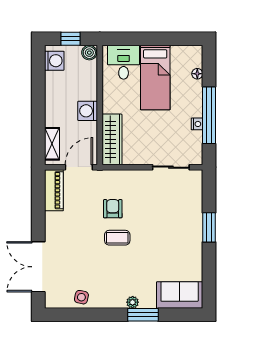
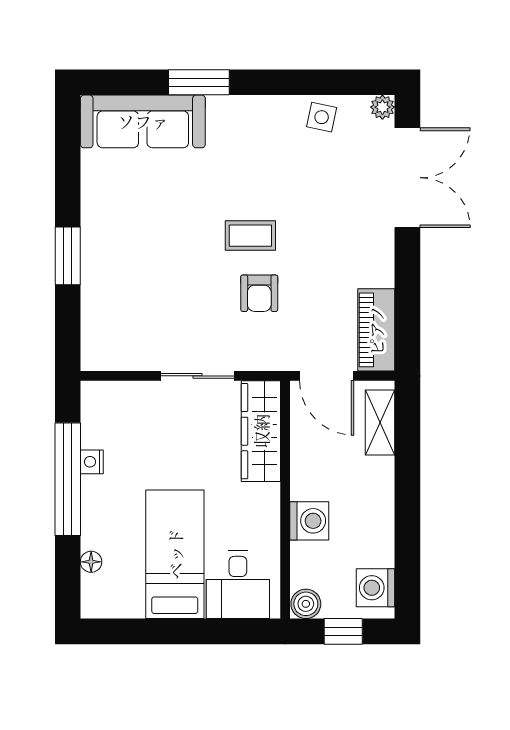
washing machine: (88, 111) -> (309, 521), moved
door: (79, 167) -> (327, 376), hinge flipped
sliding door: (171, 167) -> (197, 376), moved
sofa: (180, 295) -> (143, 121), width x1.36
plant: (133, 302) -> (382, 107), moved

